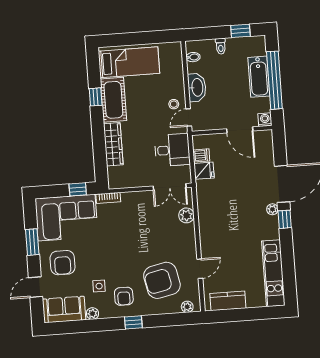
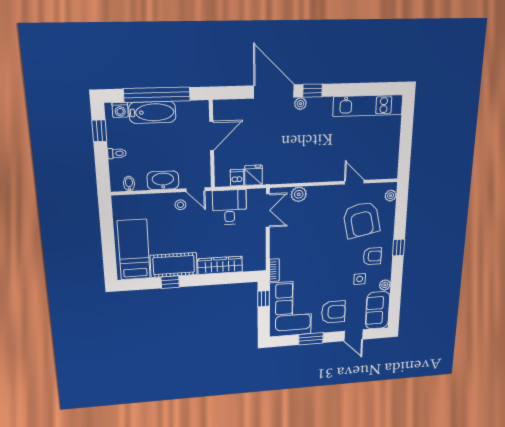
washing machine: (265, 120) -> (120, 110), moved, turned -90
kitchen counter: (228, 301) -> (390, 155), removed

